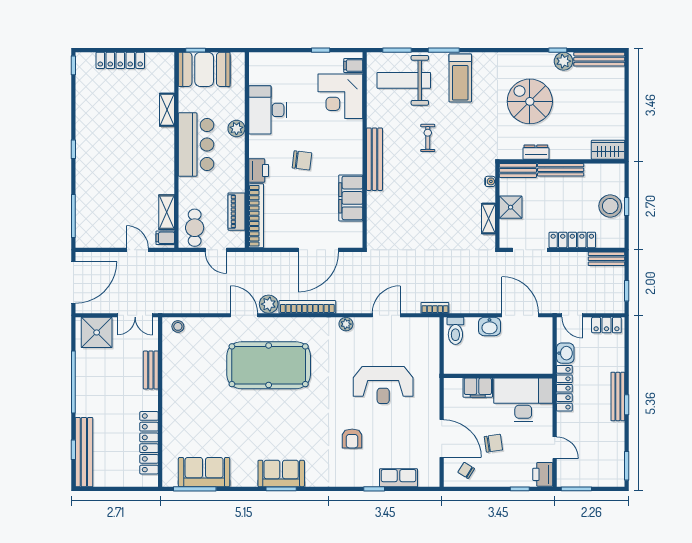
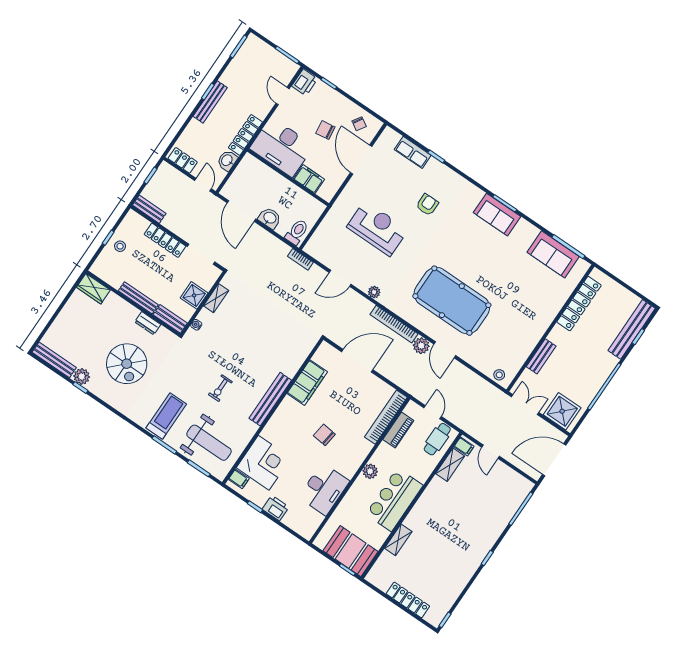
plant: (236, 129) -> (370, 471), moved
printer: (259, 170) -> (276, 508), moved, turned 90
stool: (610, 206) -> (120, 246), width x0.53, depth x0.53

